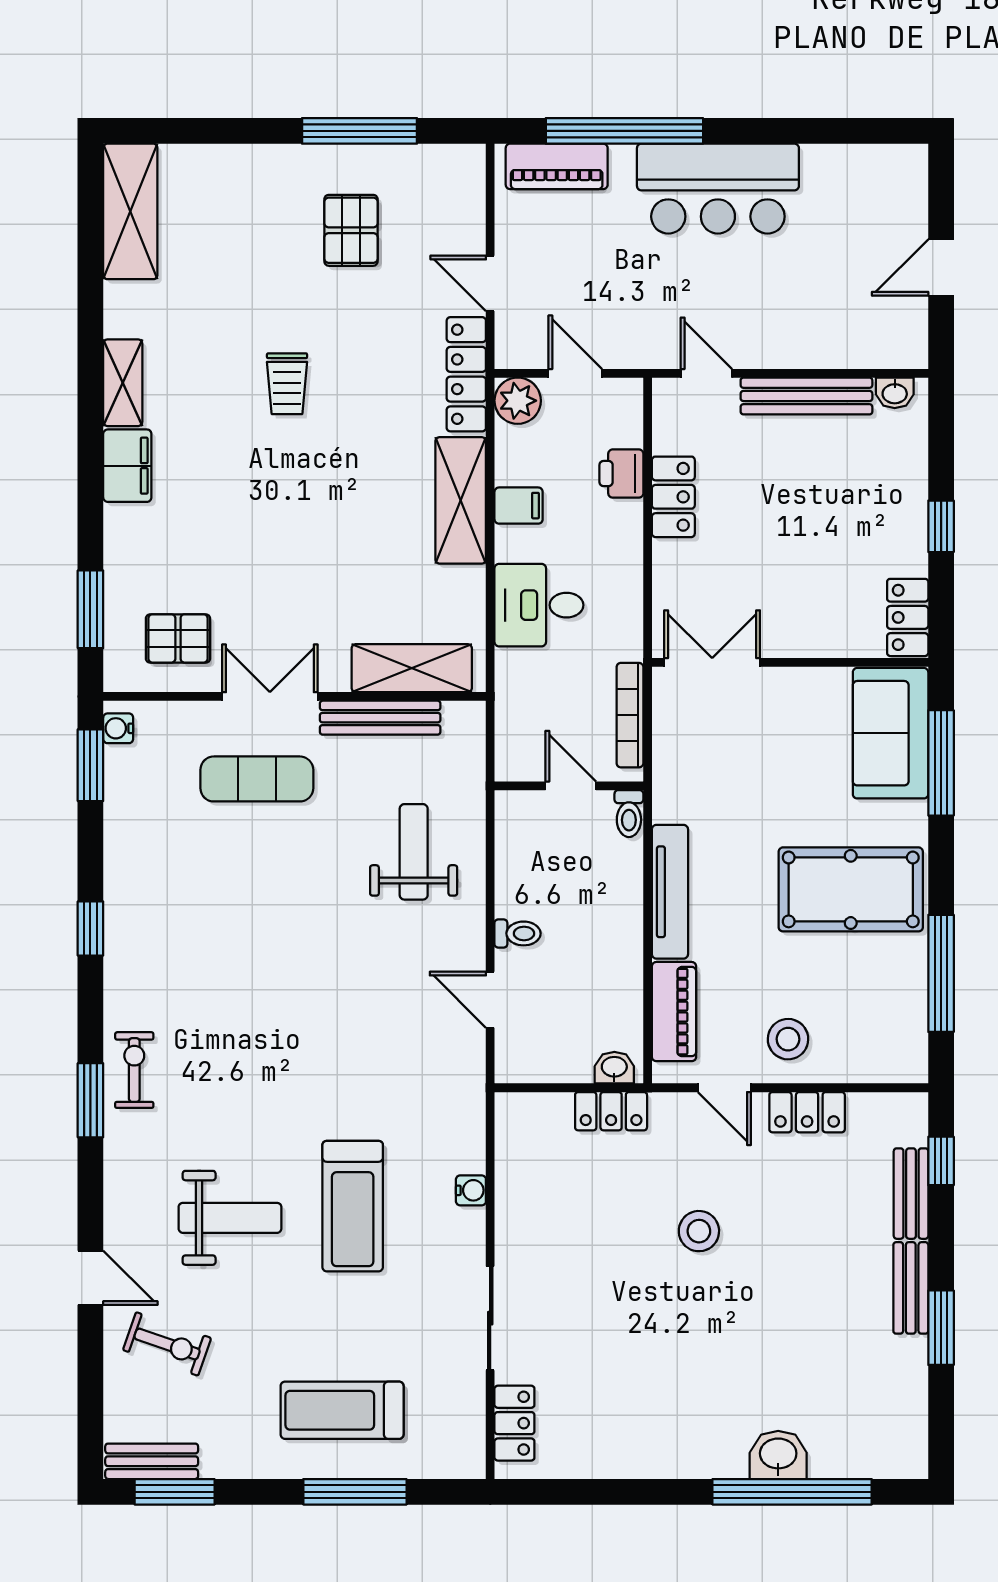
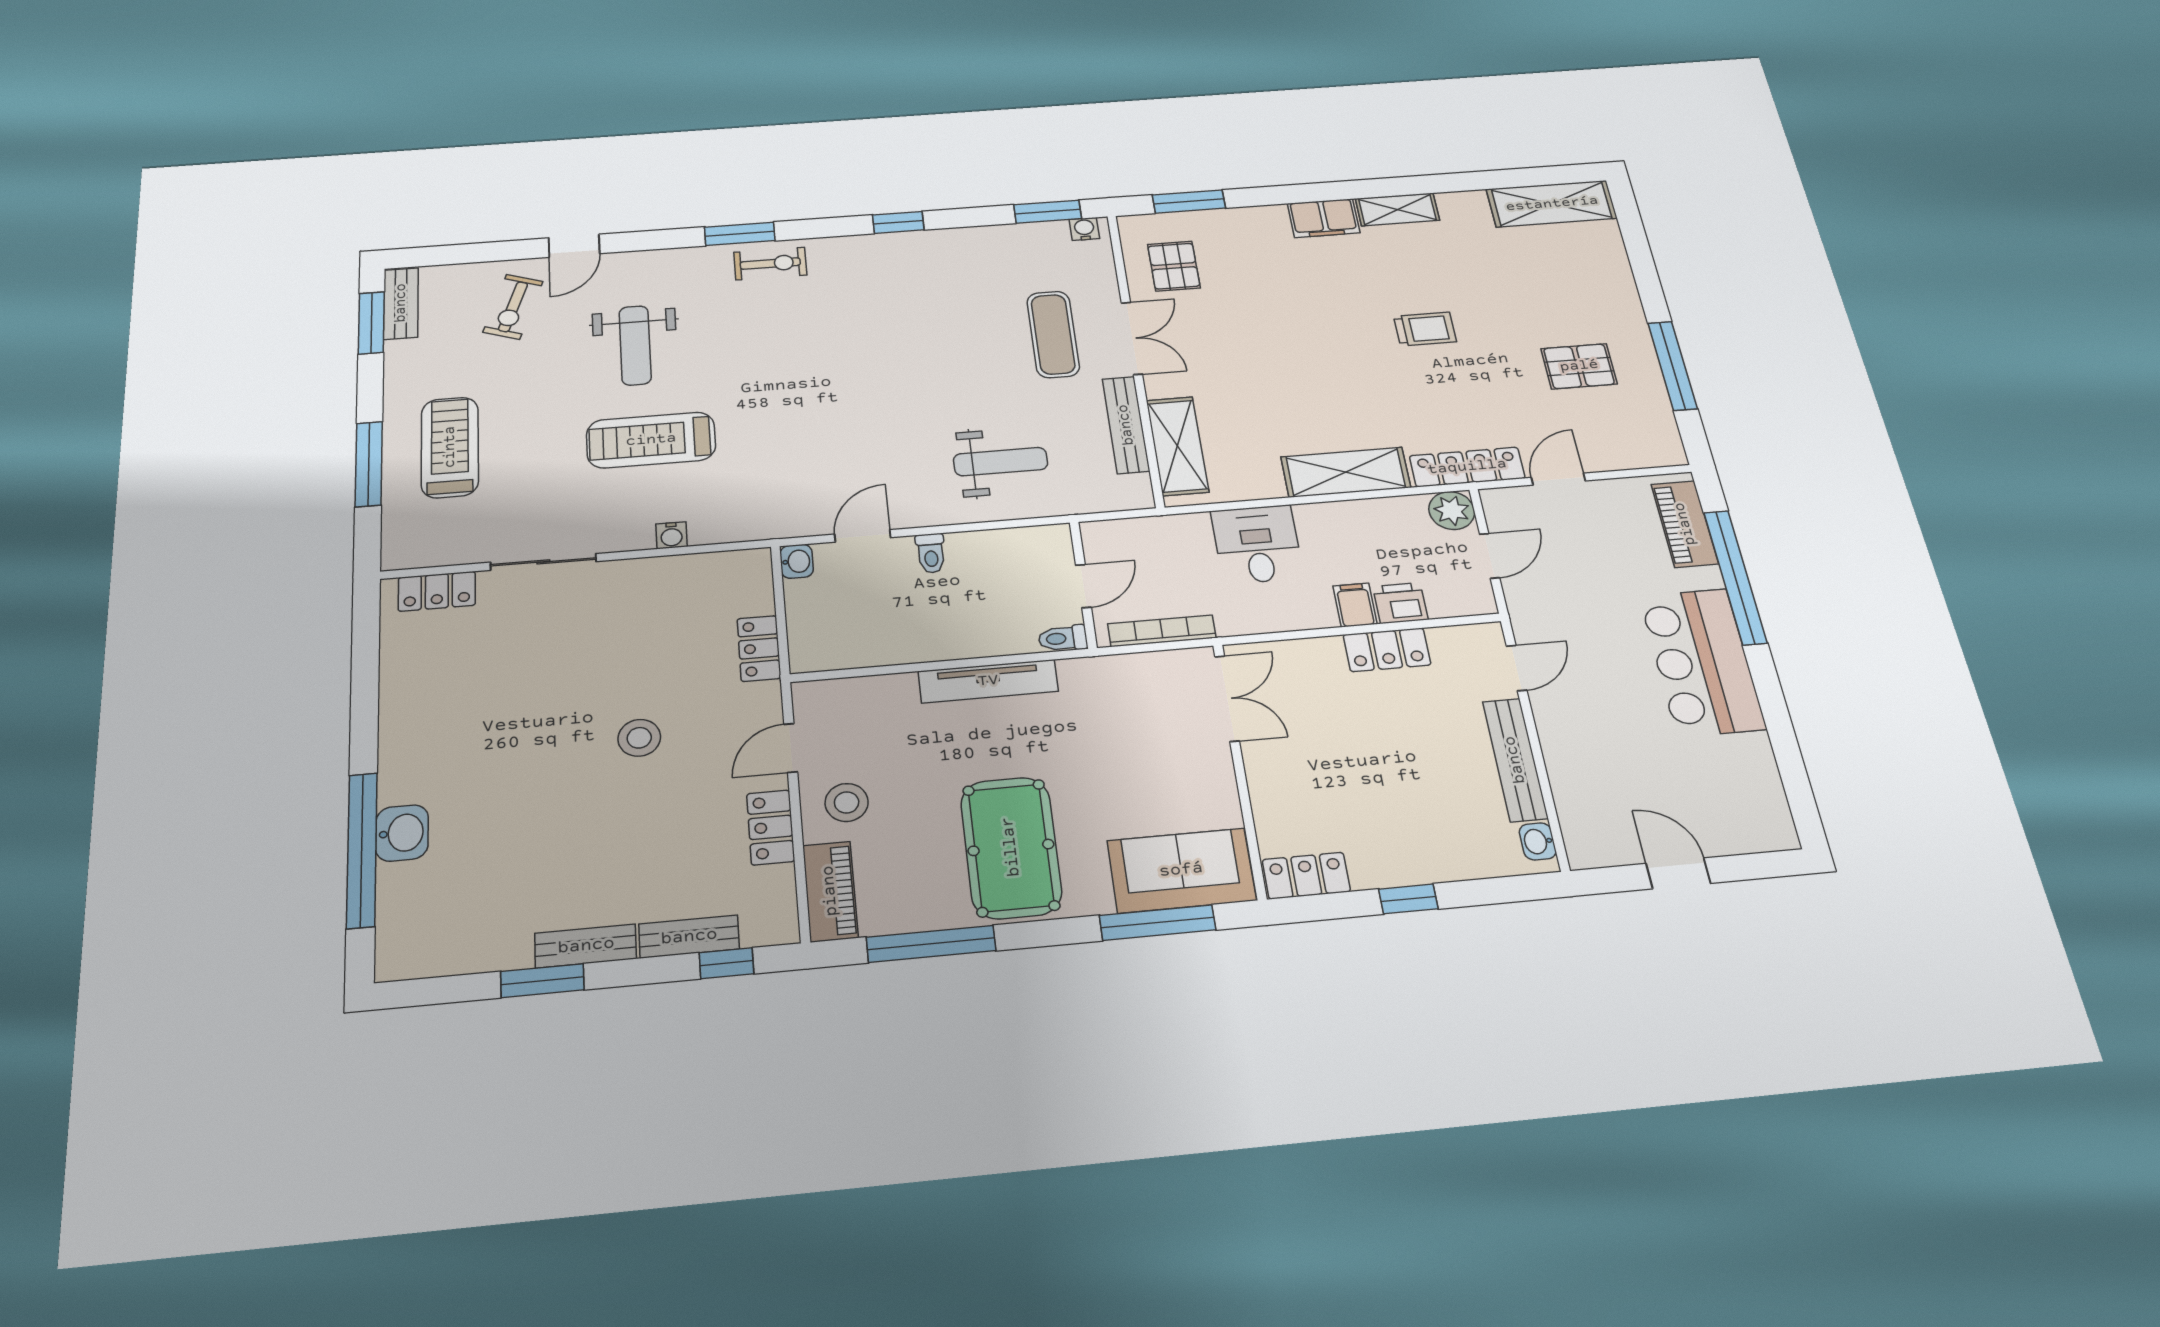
trolley: (287, 384) -> (1425, 329), turned 180
filing cabinet: (519, 506) -> (1355, 605), moved, turned 180
piano: (674, 1012) -> (830, 891), moved, turned -90
washbasin: (614, 1068) -> (797, 561), moved

